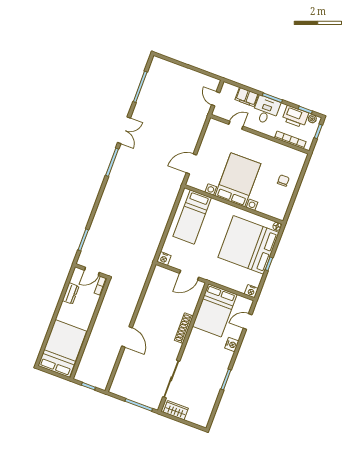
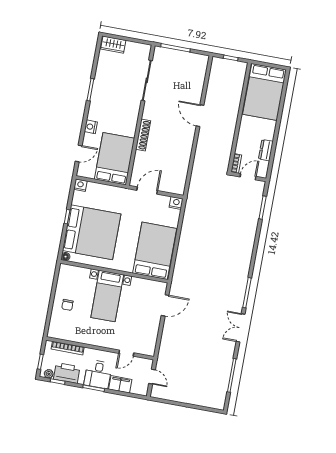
bed with nightstands: (238, 180) -> (107, 296), width x0.73
bed: (192, 217) -> (155, 251), width x1.50
wardrobe: (176, 410) -> (113, 45), moved

